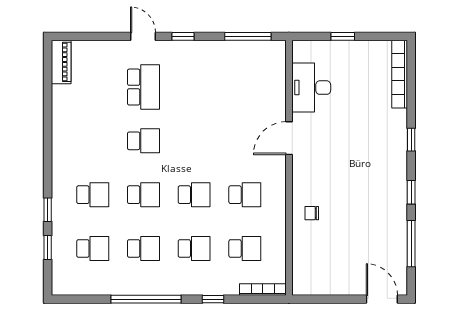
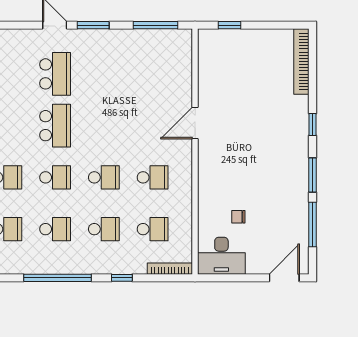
window: (183, 36) -> (93, 25), width x1.50
window: (343, 36) -> (229, 25), moved
desk: (311, 88) -> (221, 256), moved, turned -90
school desk: (143, 141) -> (55, 126), width x1.85
window: (411, 192) -> (312, 175), width x1.50
chair: (312, 213) -> (238, 217), moved
door: (382, 299) -> (284, 278), hinge flipped

